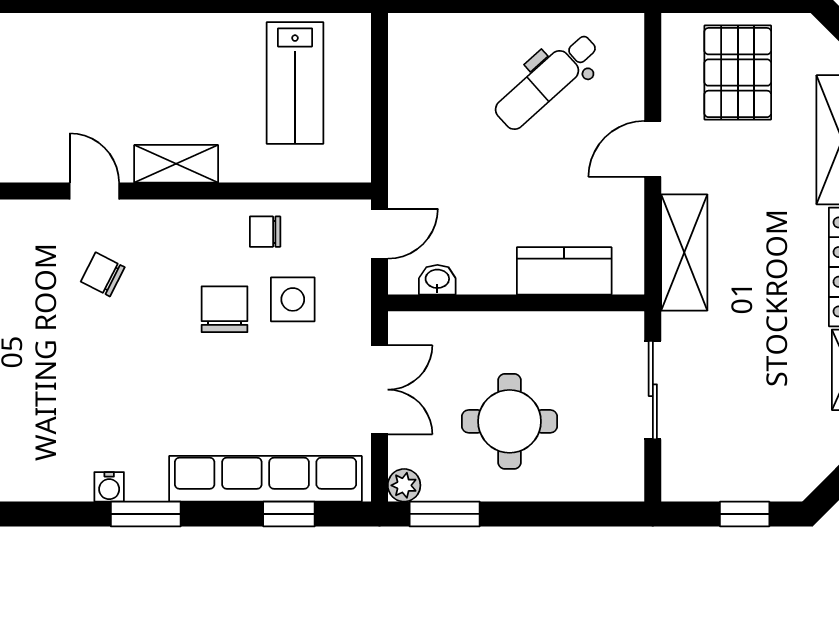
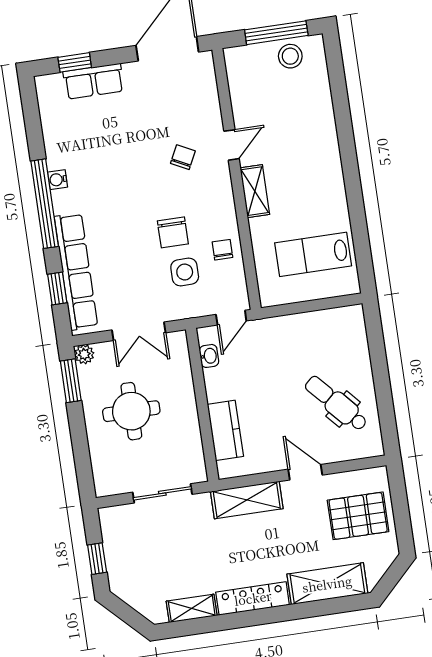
door: (379, 234) -> (231, 318), hinge flipped
chair: (224, 309) -> (173, 232), turned 90
window: (146, 514) -> (45, 204), width x2.11

